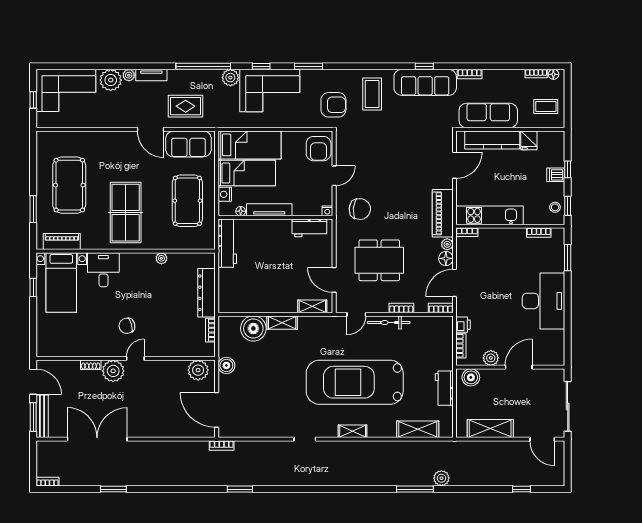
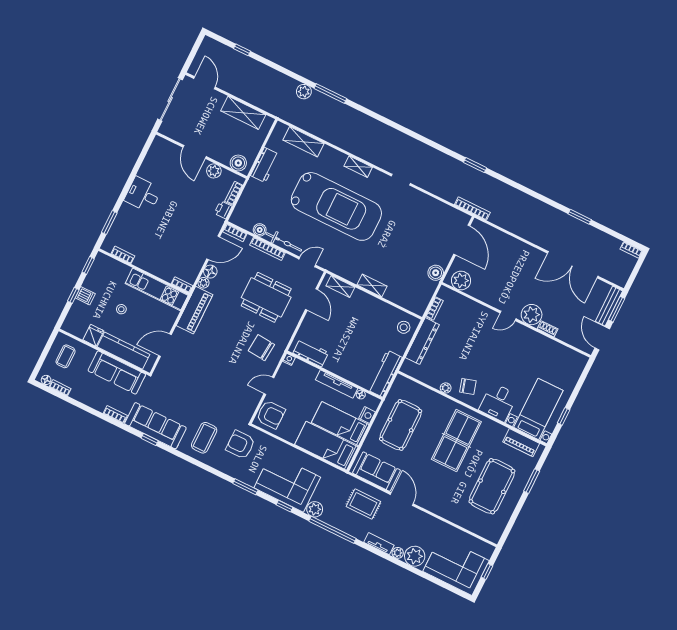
coffee table: (546, 107) -> (66, 356), turned 90
armchair: (319, 149) -> (271, 415), turned 90
stool: (555, 207) -> (121, 309), moved
stool: (231, 297) -> (404, 327), added
desk: (544, 301) -> (143, 194), width x0.53, depth x0.77
bookcase: (401, 308) -> (267, 249), width x1.56
chair: (127, 326) -> (468, 386), moved
boiler: (253, 328) -> (260, 230), moved, width x0.54, depth x0.54
door: (519, 367) -> (195, 152), hinge flipped
bookcase: (222, 446) -> (472, 209), width x1.56

